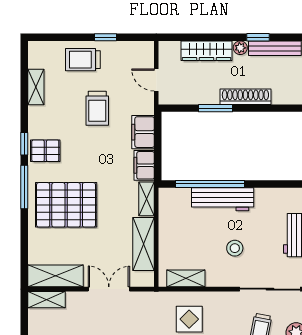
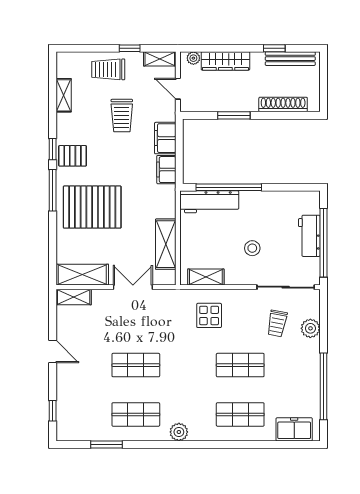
plant: (240, 48) -> (193, 58), moved
shoe rack: (245, 97) -> (283, 105), moved
shelving: (147, 199) -> (160, 59), moved, turned 90
workbench: (223, 199) -> (209, 202), moved

